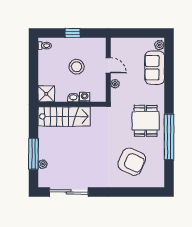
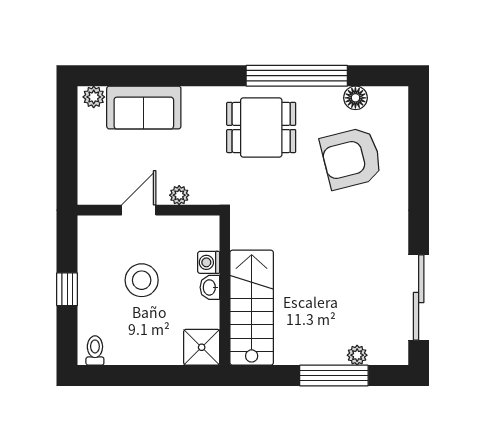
armchair: (132, 162) -> (351, 158), turned -128
floor lamp: (159, 163) -> (355, 98), added

